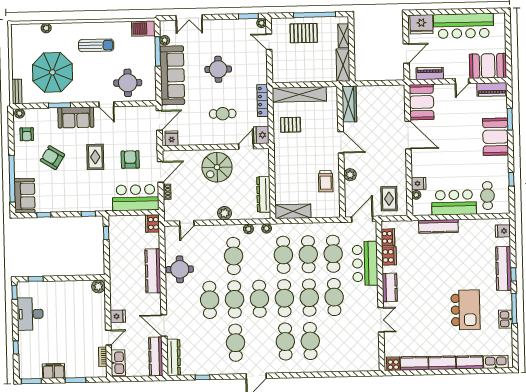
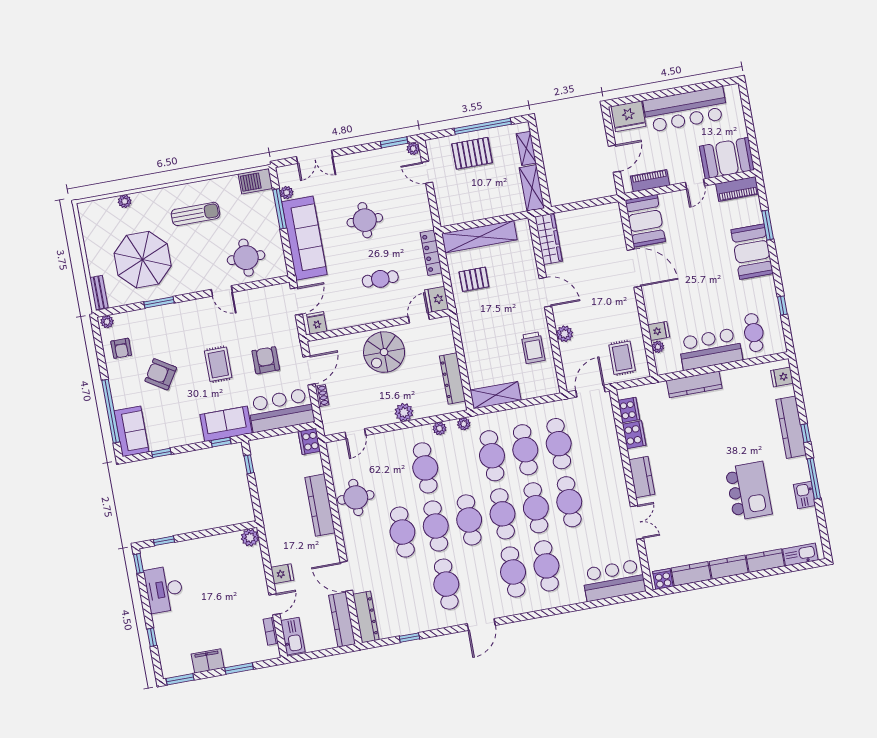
sofa: (76, 117) -> (226, 424), moved, turned 180
bar counter: (365, 263) -> (614, 580), moved, turned 90

